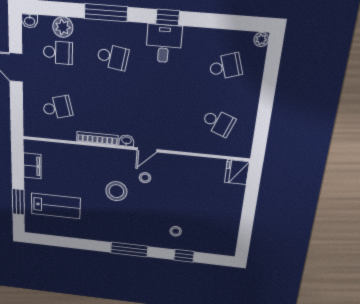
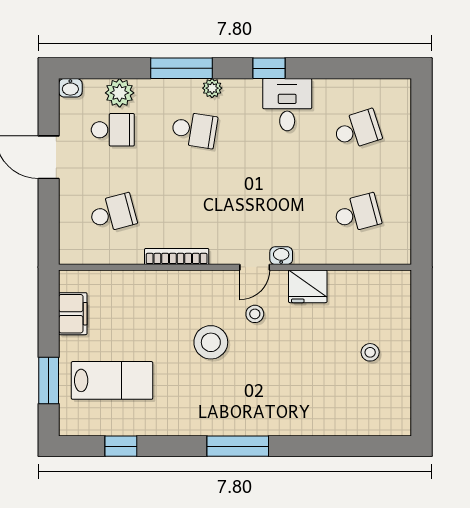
plant: (261, 39) -> (212, 88), moved
desk: (164, 44) -> (287, 105), moved
school desk: (218, 122) -> (357, 213), turned -36
washbasin: (126, 141) -> (281, 256), moved
fridge: (237, 172) -> (308, 286), moved, turned -90
stool: (176, 231) -> (370, 352), moved
window: (184, 256) -> (121, 446), moved

